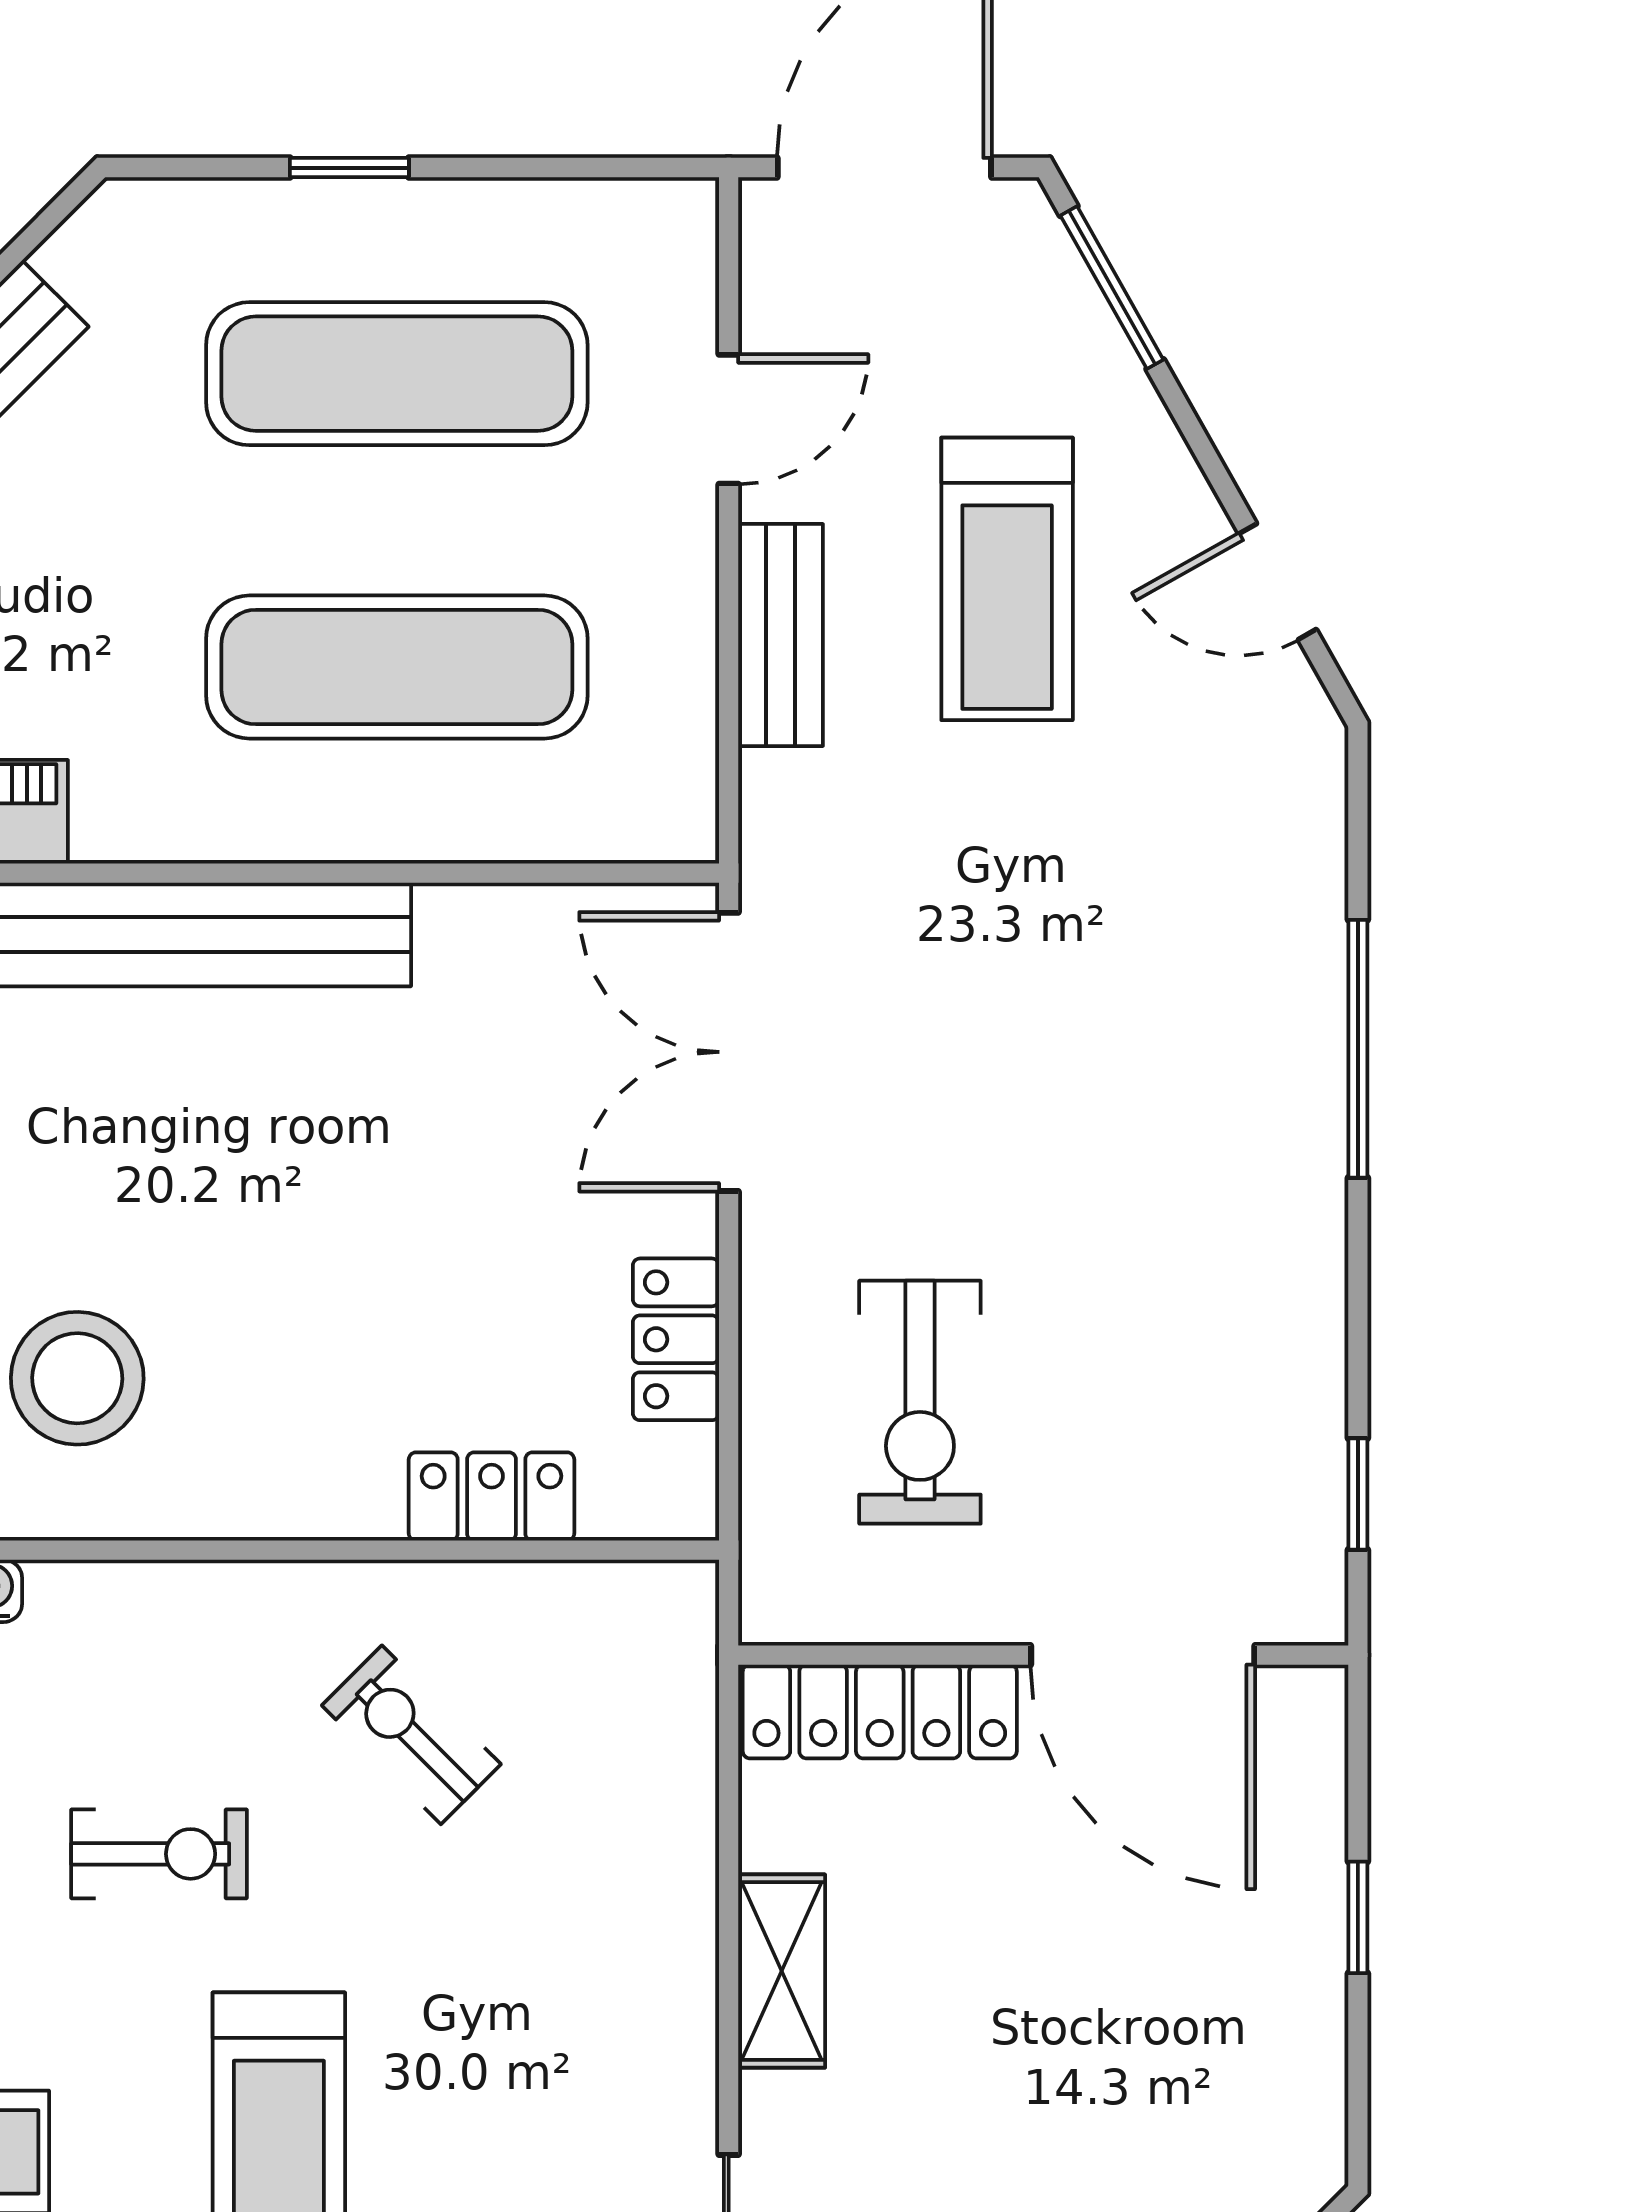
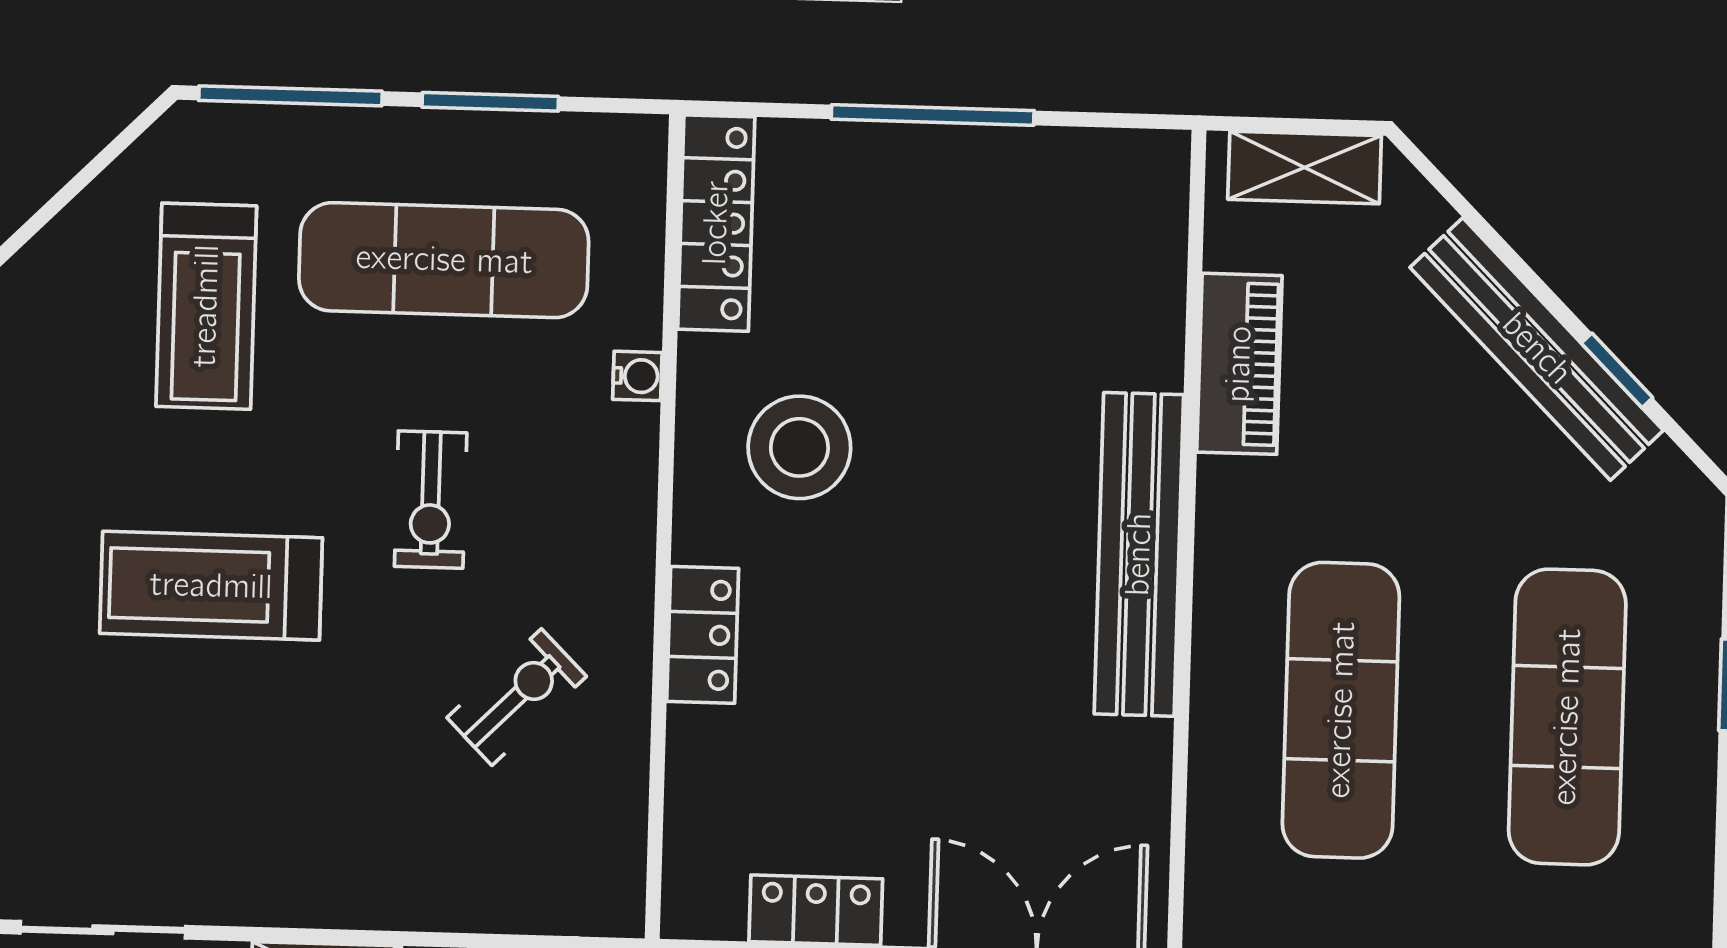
locker: (492, 1496) -> (703, 635), moved

